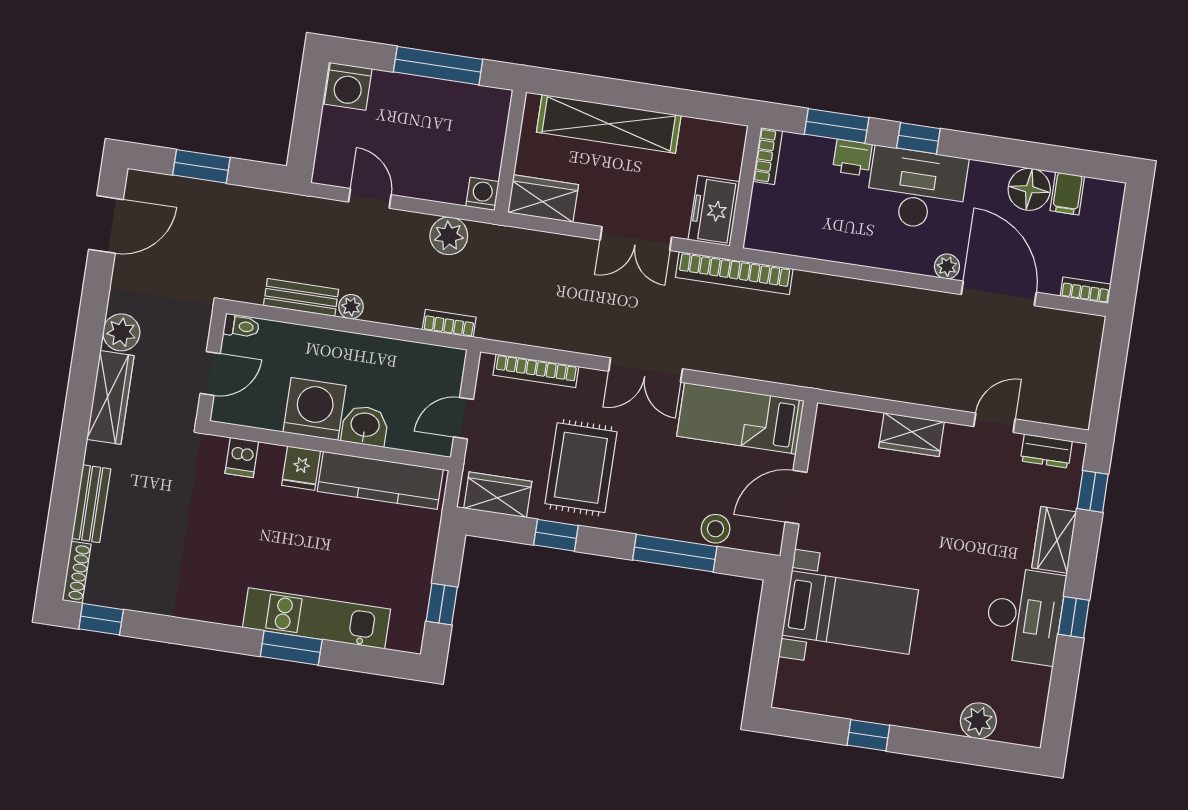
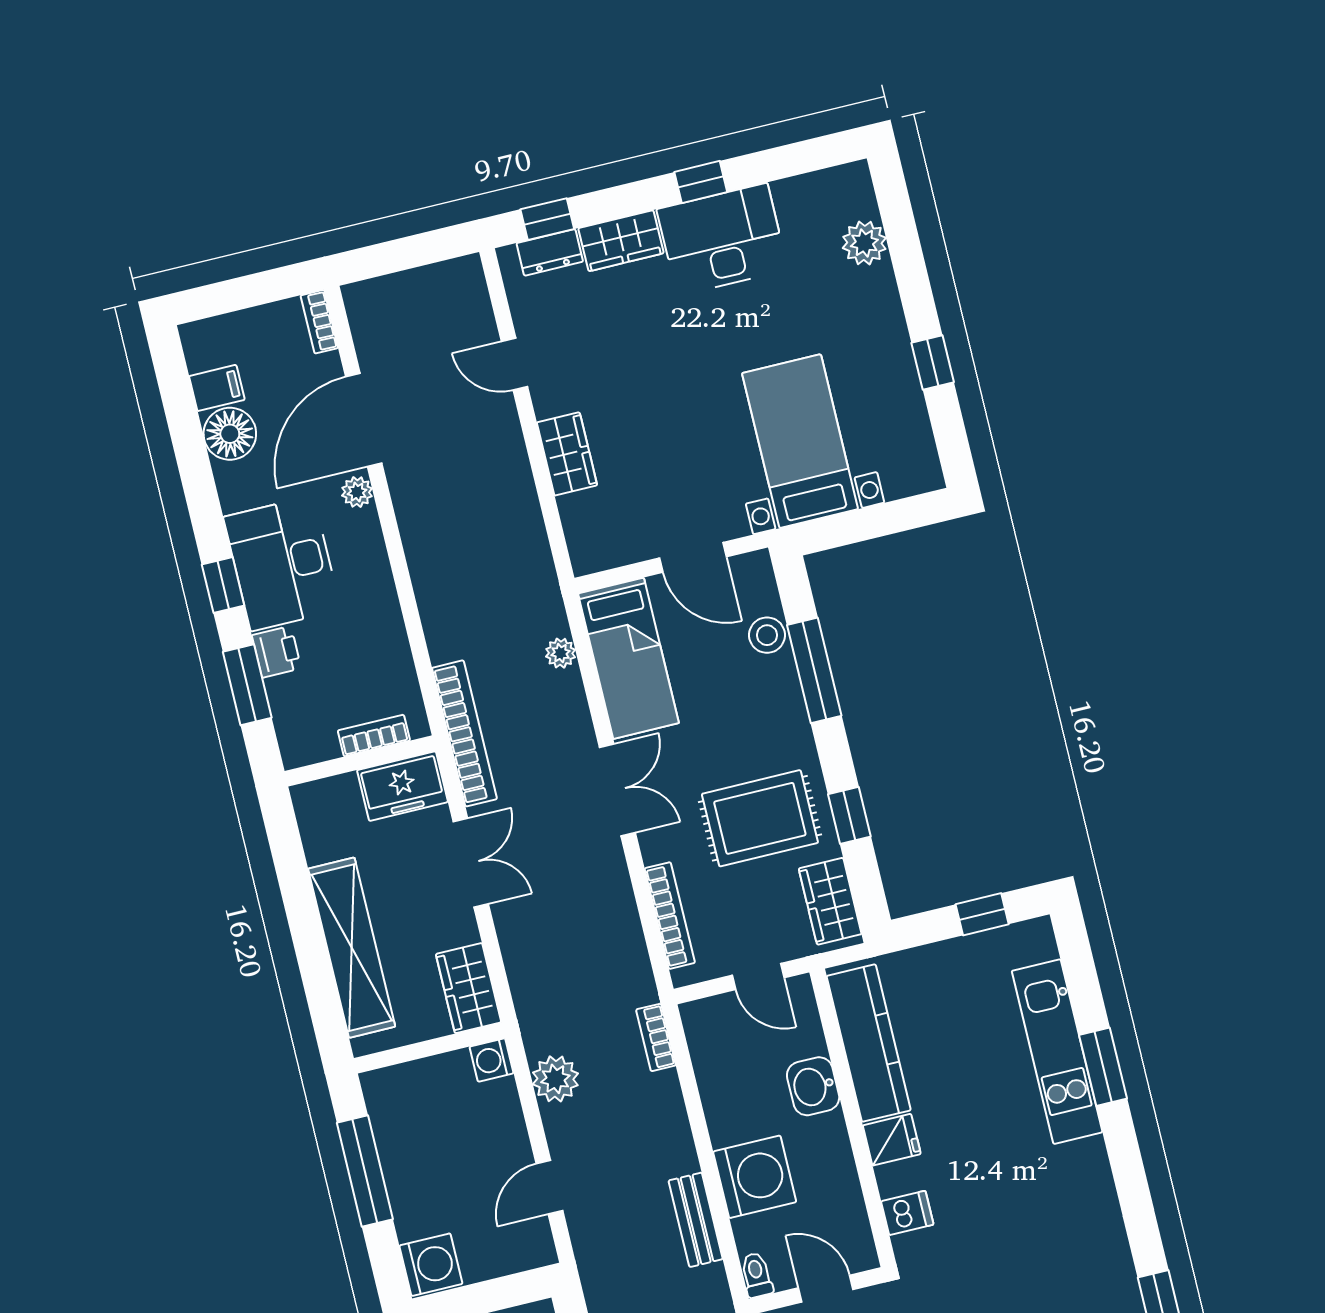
bookcase: (768, 156) -> (374, 736), moved
plant: (351, 307) -> (561, 653), moved
washing machine: (315, 409) -> (755, 1177), moved, turned 180
dresser: (1046, 451) -> (550, 252), moved, turned 90

